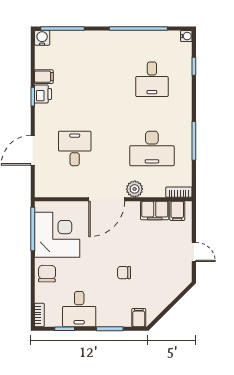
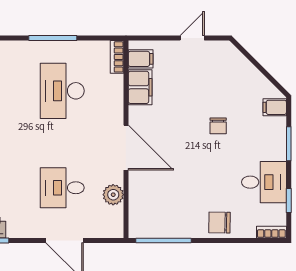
desk: (152, 148) -> (62, 91), turned 180
plant: (135, 189) -> (113, 195), moved
corner desk: (57, 235) -> (171, 210), removed

